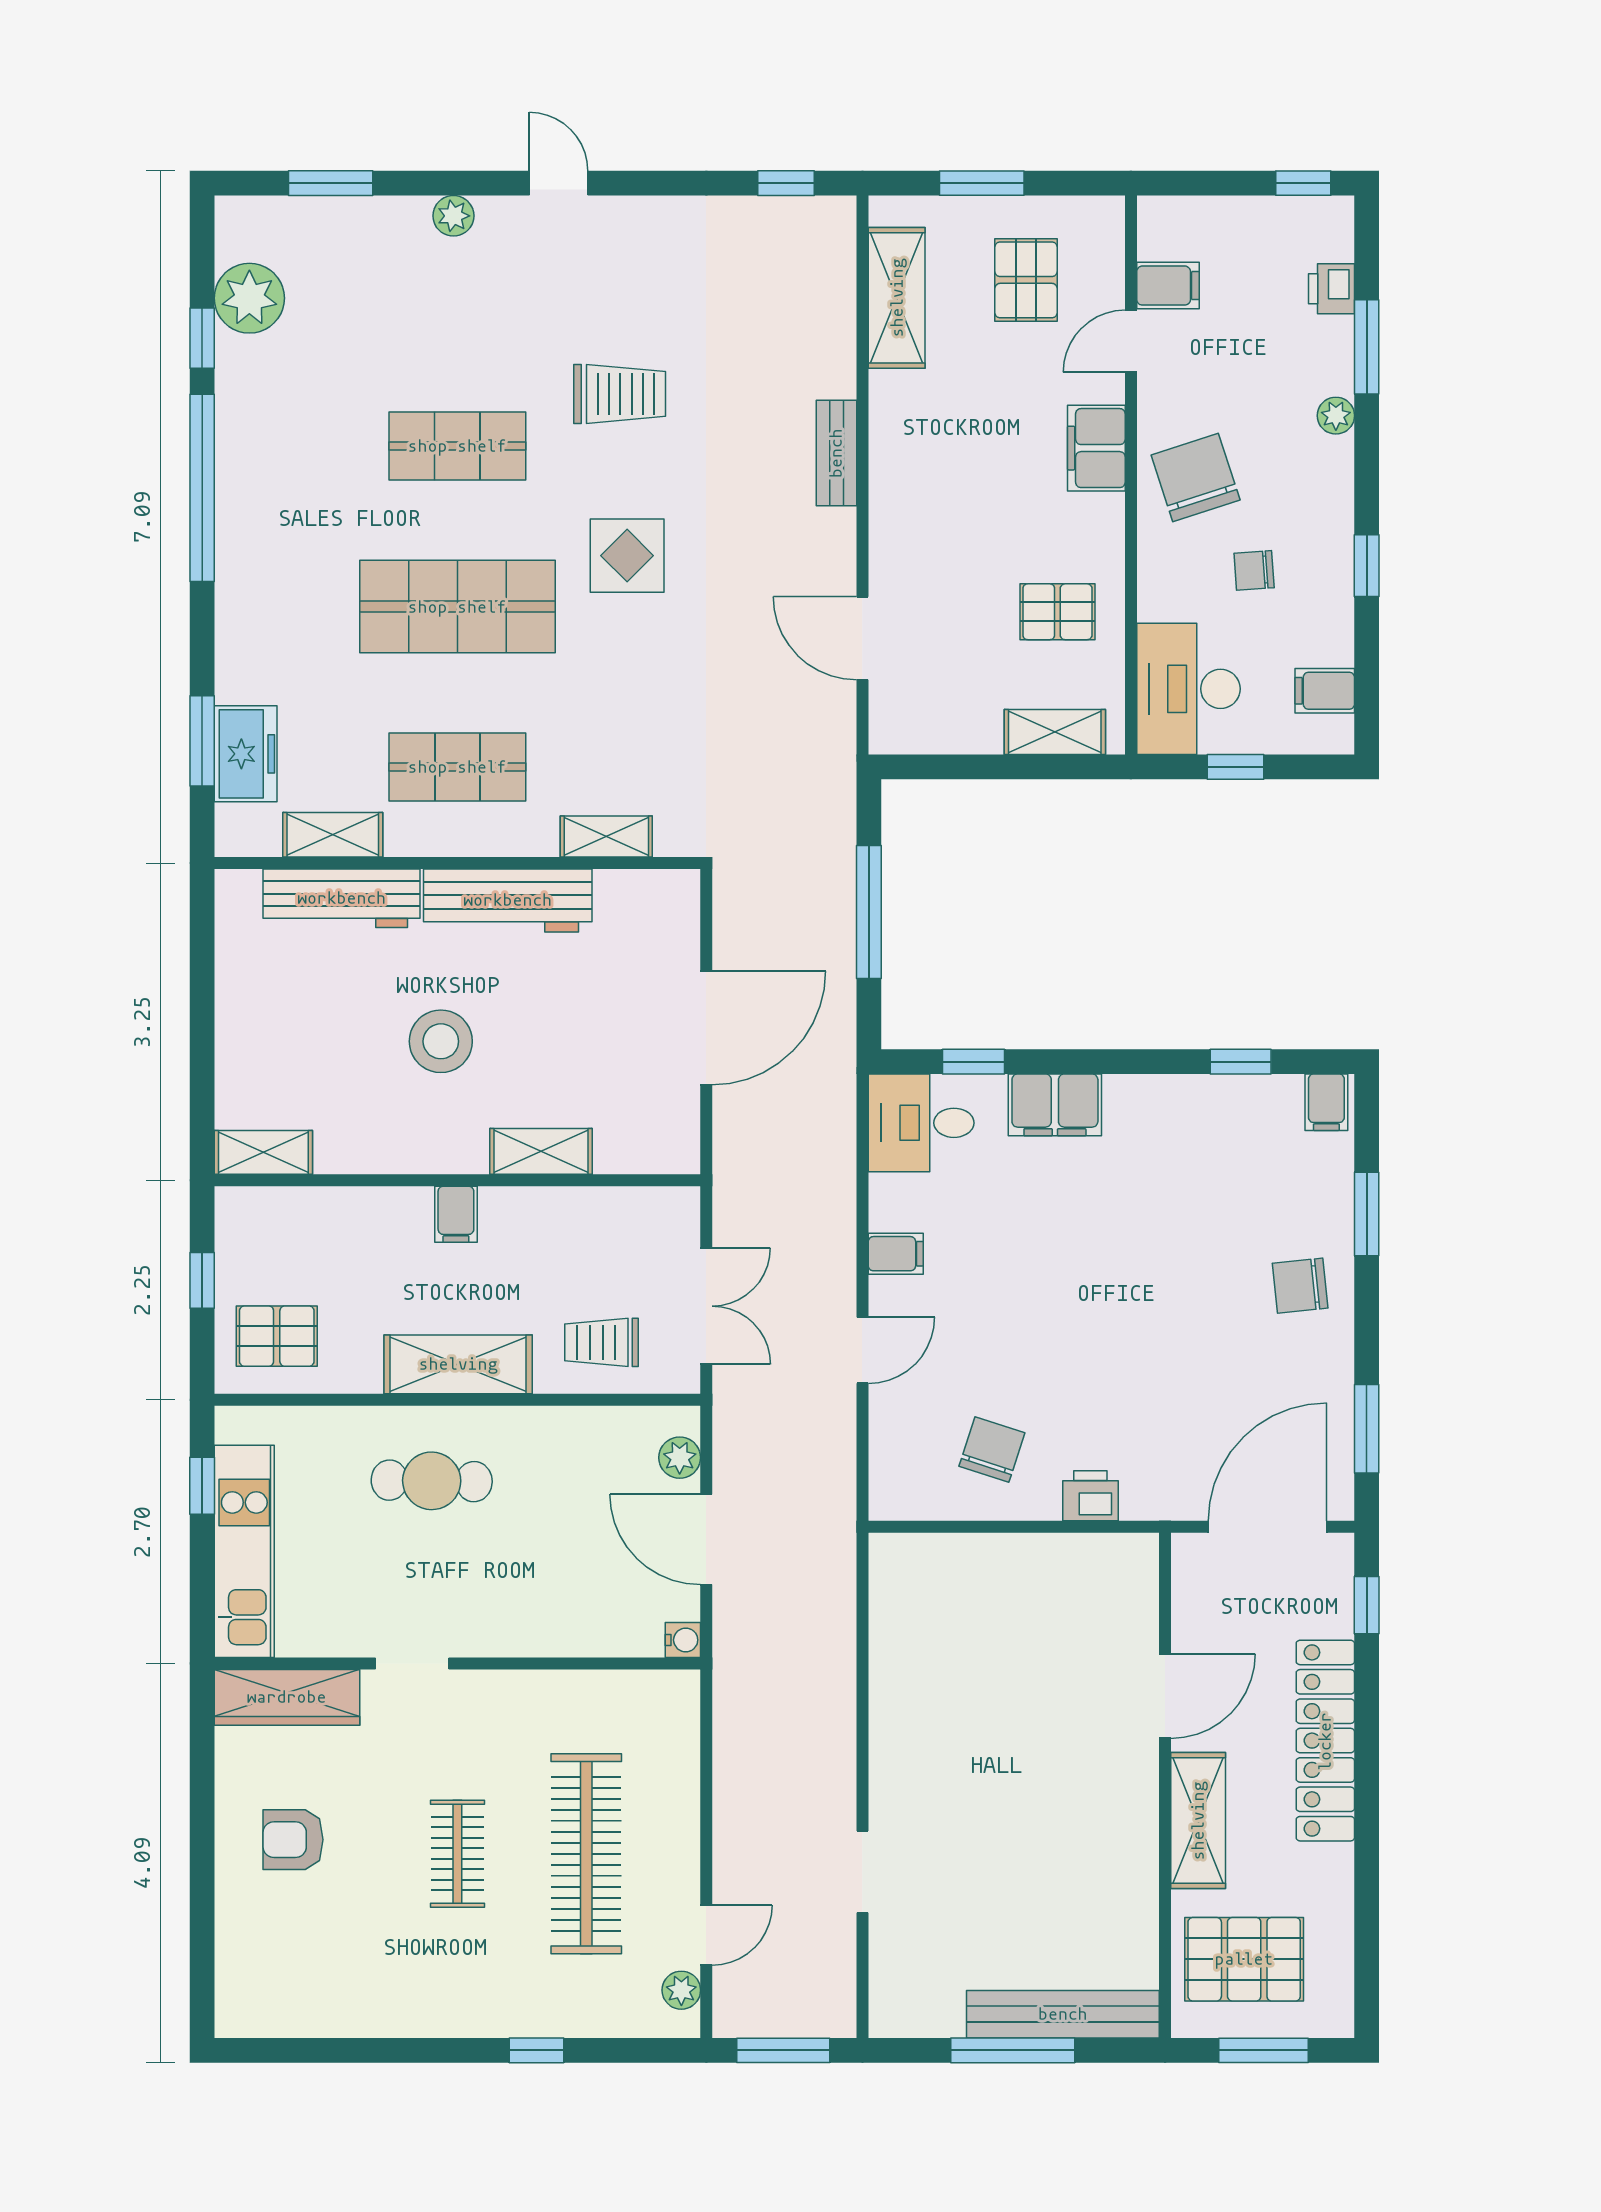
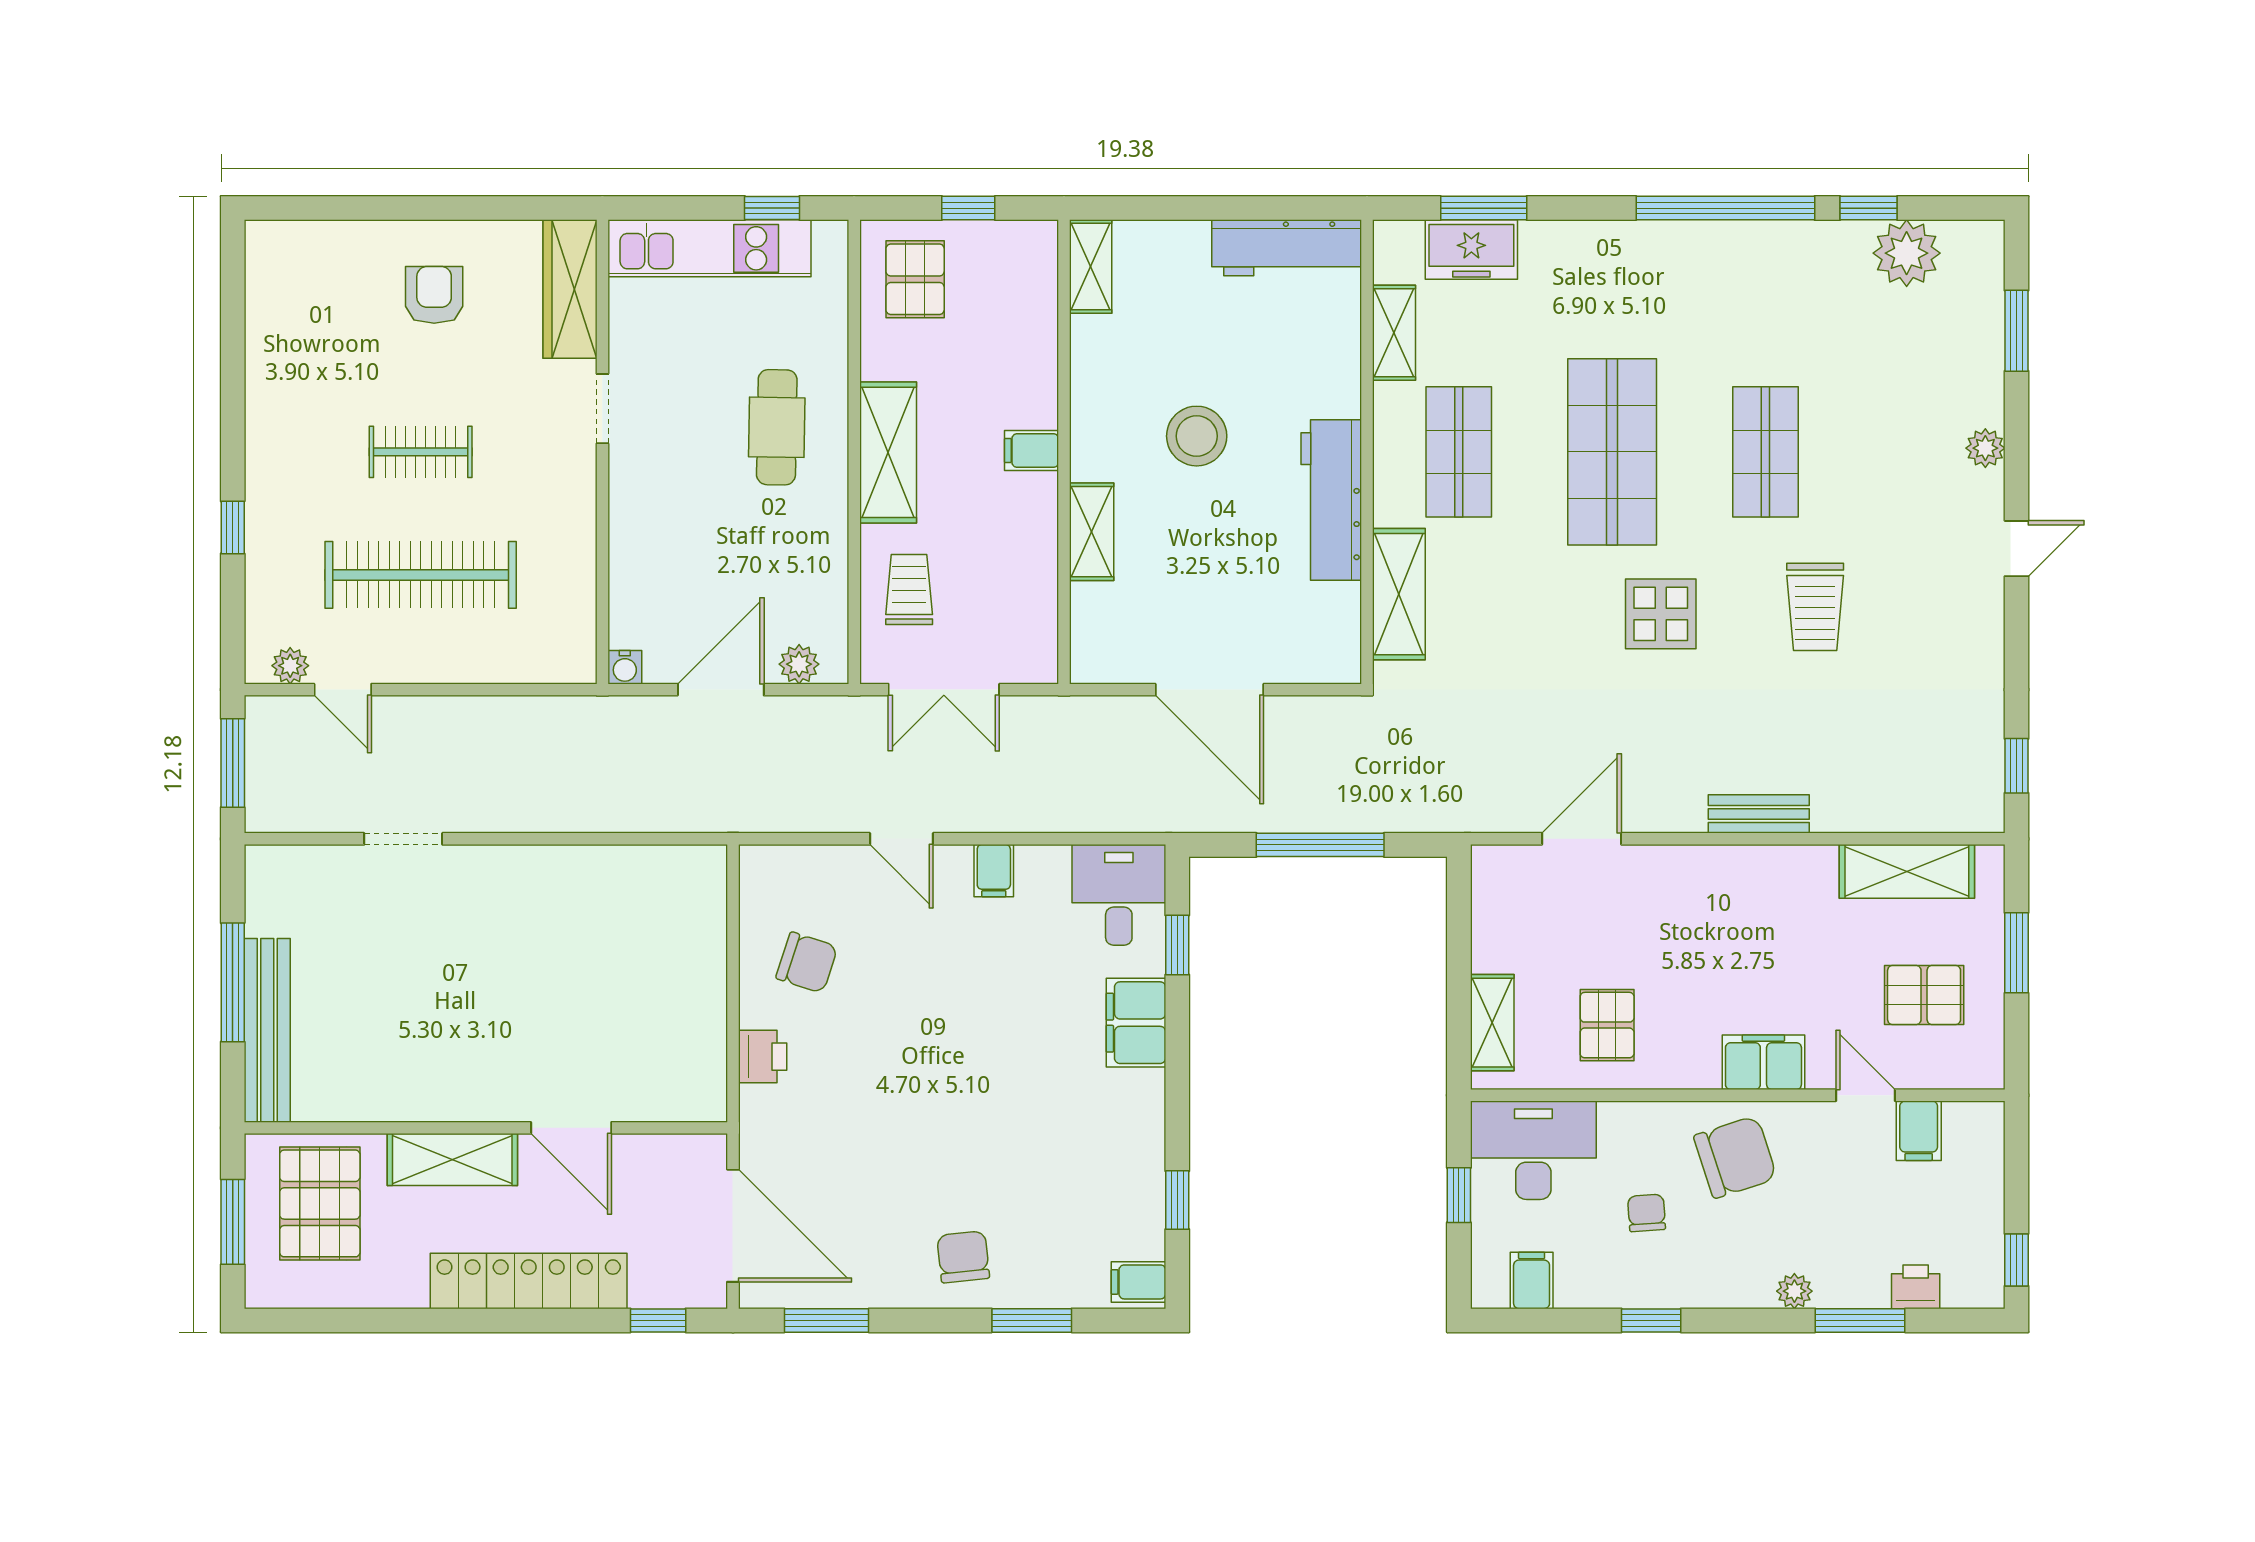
shelving: (606, 837) -> (1399, 594), width x1.50, depth x1.33
workbench: (342, 898) -> (1287, 248), moved, turned -90

